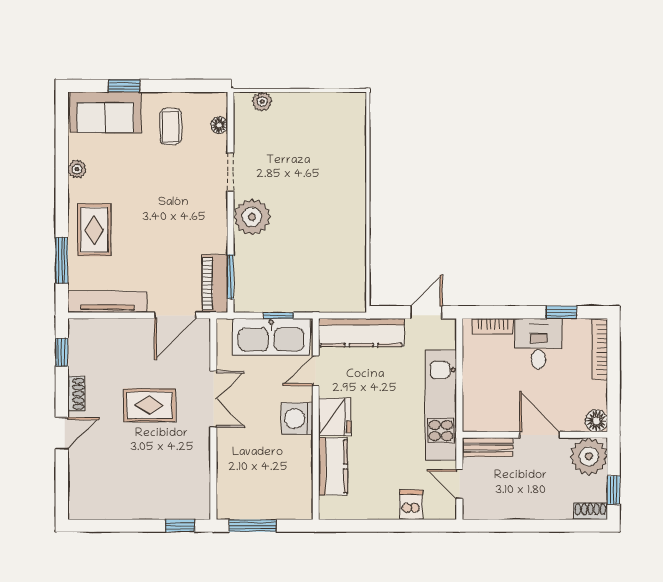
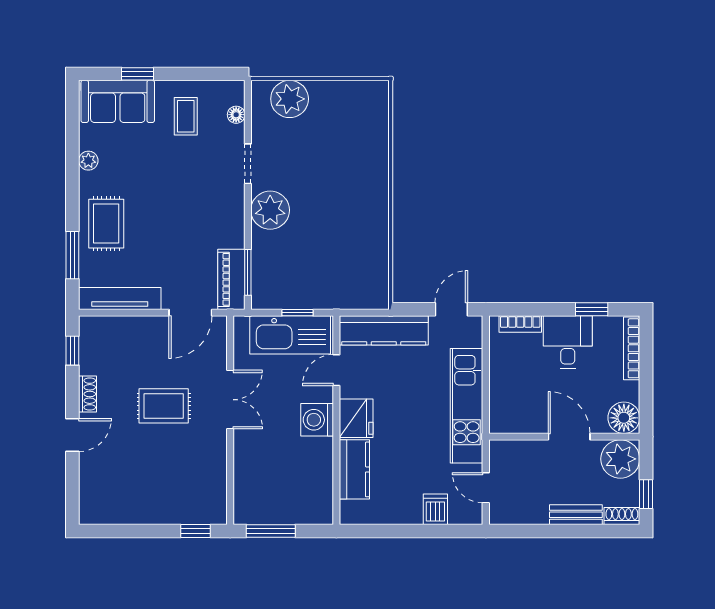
plant: (262, 101) -> (290, 99), width x1.88, depth x1.88
floor lamp: (596, 421) -> (624, 418), width x1.38, depth x1.38
bench: (488, 447) -> (576, 515), moved

